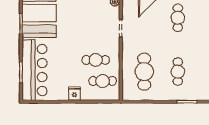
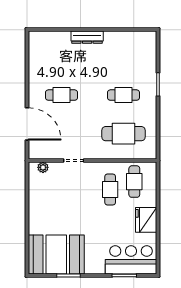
bar counter: (34, 70) -> (131, 260), width x0.73
fridge: (74, 94) -> (146, 220), width x1.88, depth x1.34

